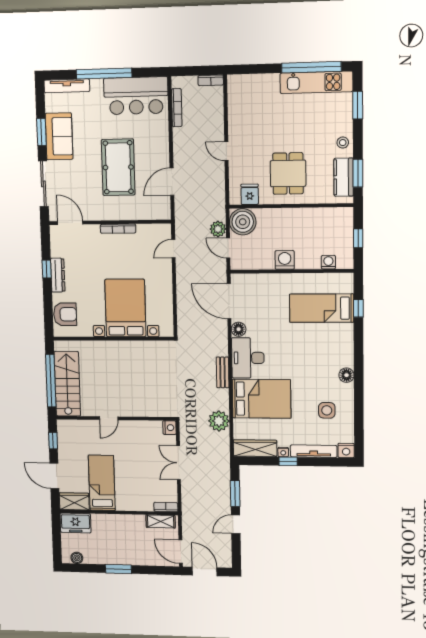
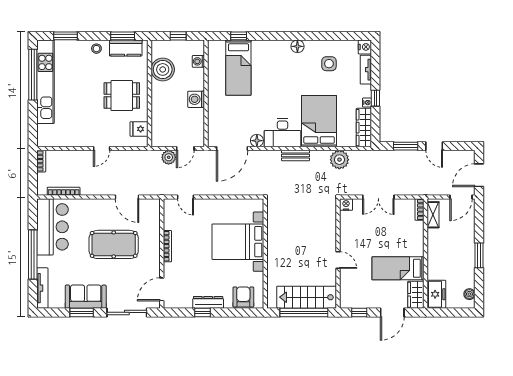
kitchen unit: (316, 82) -> (45, 82), width x1.36
boiler: (243, 222) -> (163, 69), moved
tv unit: (314, 451) -> (366, 70), width x0.71

